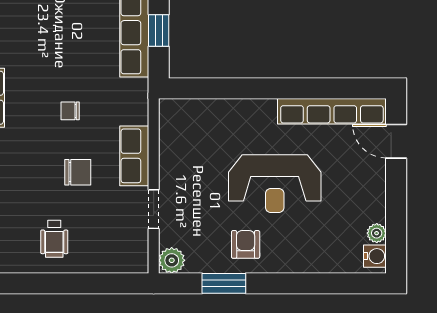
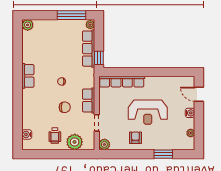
window: (159, 31) -> (99, 58), moved
row of seats: (332, 111) -> (122, 82), moved
plant: (101, 254) -> (75, 142), added
water cooler: (375, 256) -> (190, 113), moved
window: (224, 283) -> (163, 154), moved

